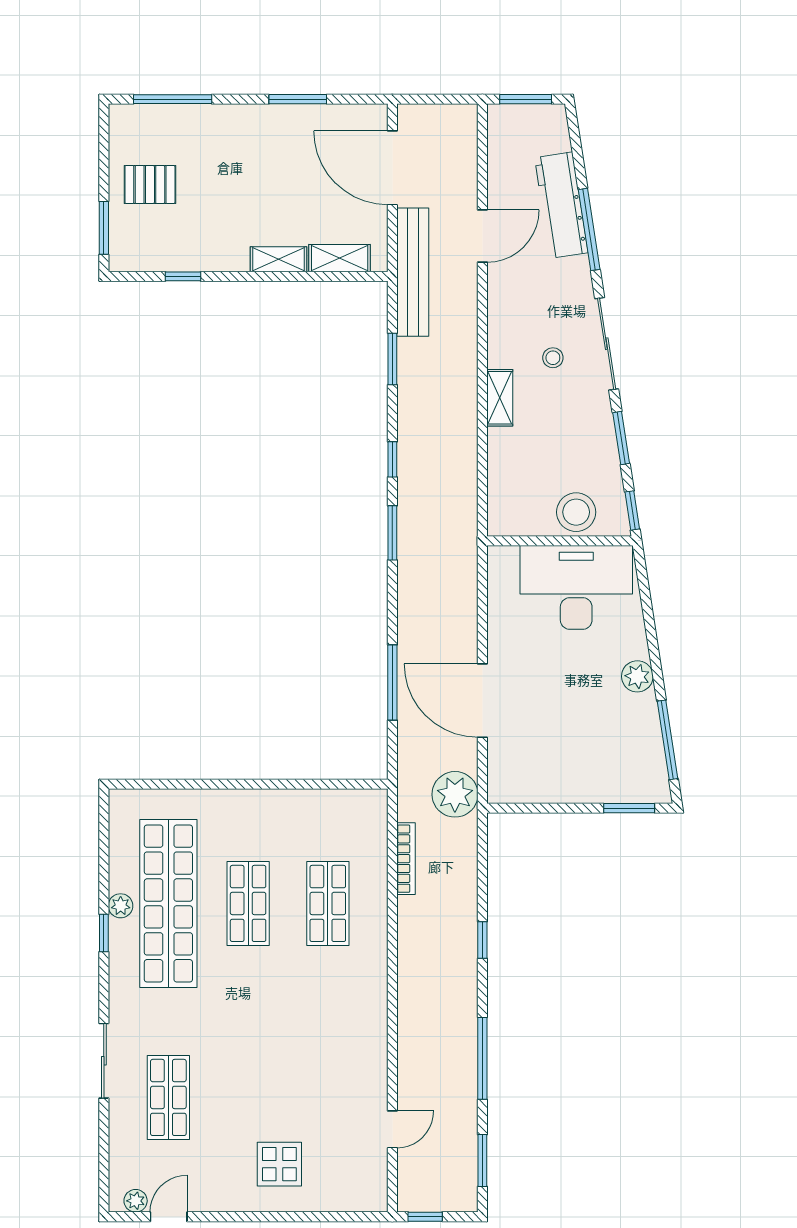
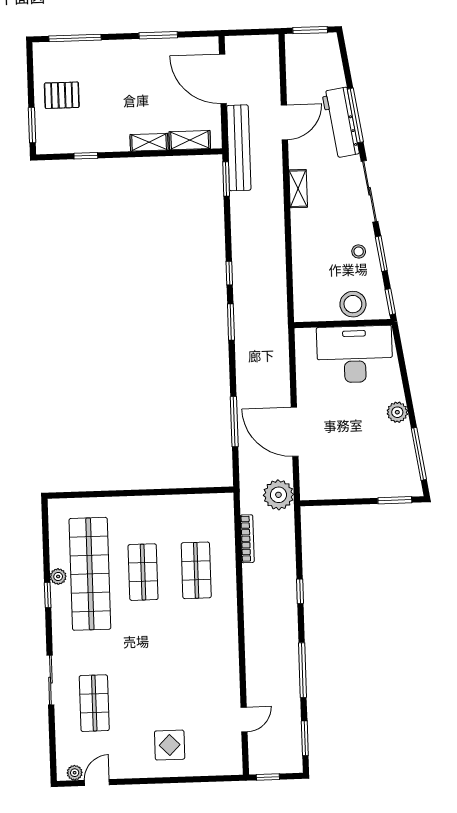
workbench: (561, 205) -> (341, 123), moved
stool: (553, 358) -> (359, 251), moved
window: (392, 359) -> (226, 179), moved
shelving: (500, 398) -> (298, 189), moved

